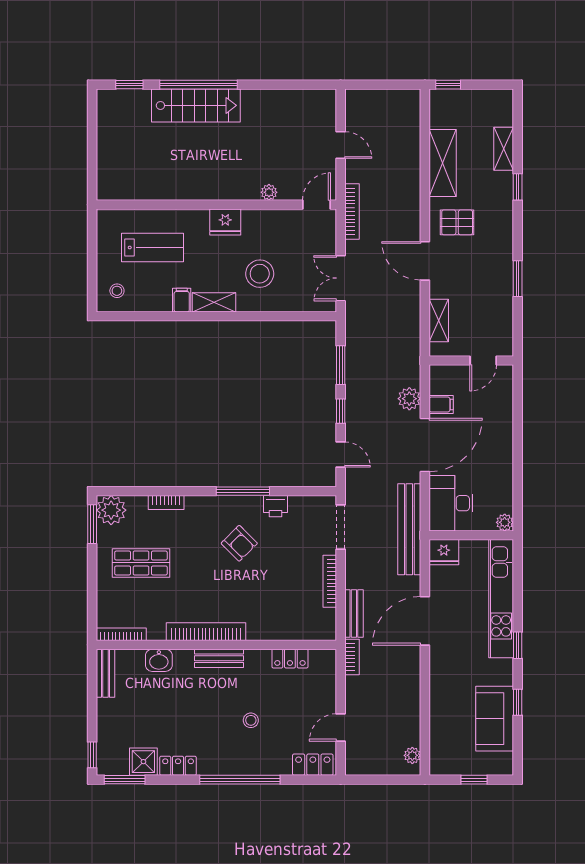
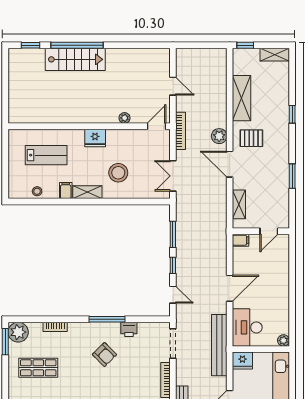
shelving: (504, 149) -> (275, 55), moved, turned 90
stool: (117, 291) -> (37, 191), moved
plant: (409, 399) -> (219, 136), moved
filing cabinet: (441, 405) -> (241, 240), moved
door: (425, 445) -> (230, 288), width x0.73

